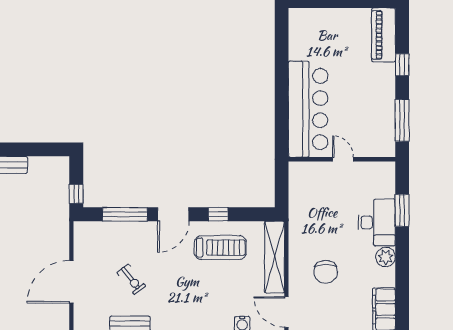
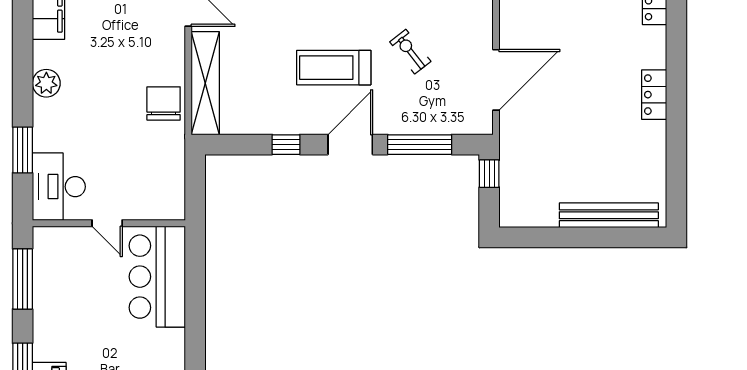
bar counter: (308, 109) -> (157, 277), width x0.73
desk: (377, 222) -> (59, 187), moved
treadmill: (220, 248) -> (334, 68), moved
chair: (326, 272) -> (164, 103), moved
door: (71, 282) -> (496, 80), moved

